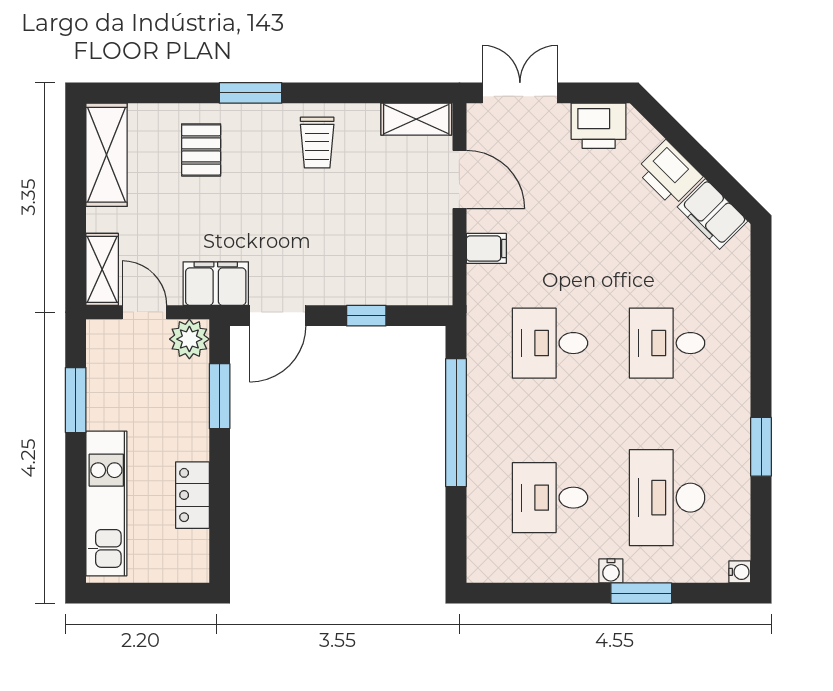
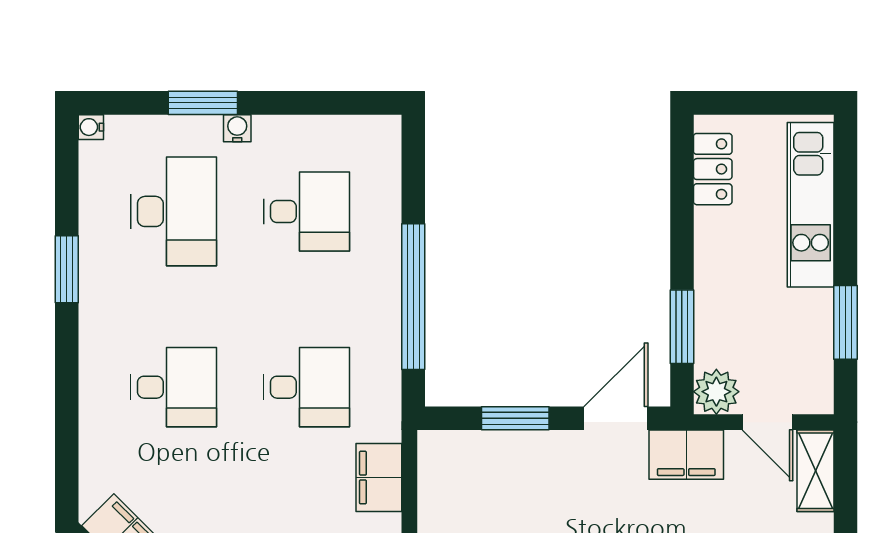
filing cabinet: (486, 248) -> (379, 478), width x2.00
window: (366, 316) -> (515, 418), width x1.50
locker: (192, 495) -> (713, 169), moved

